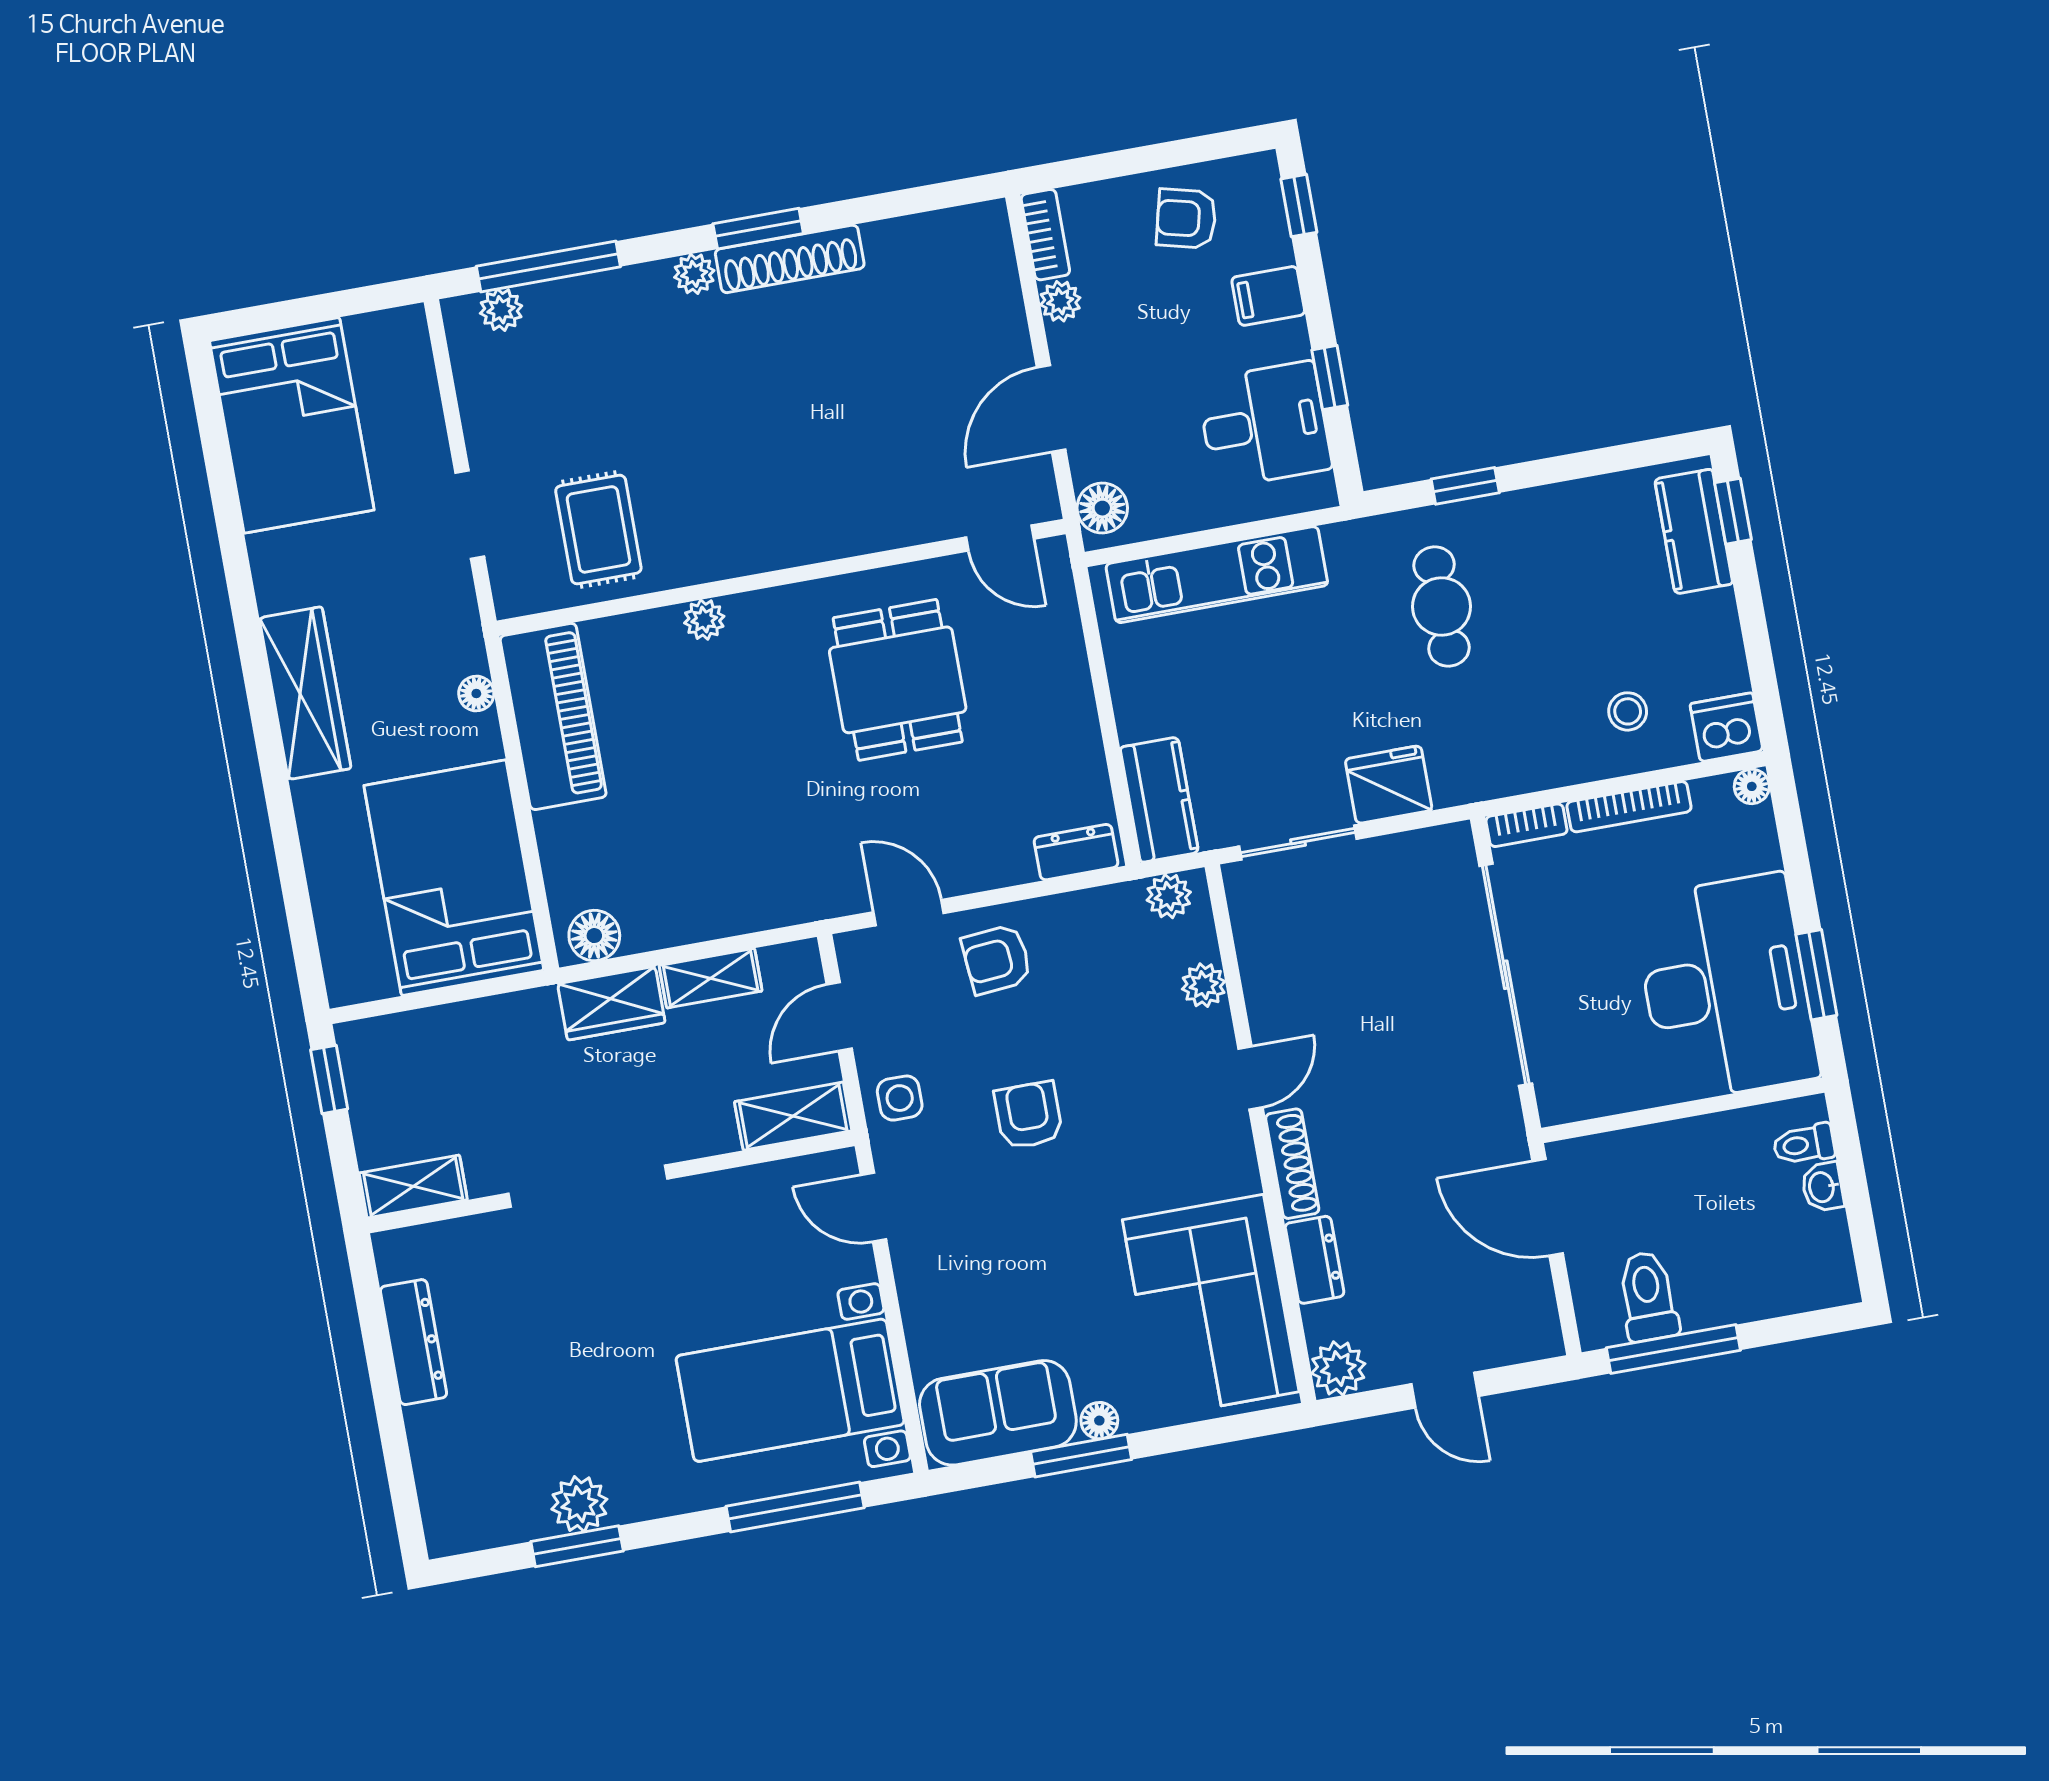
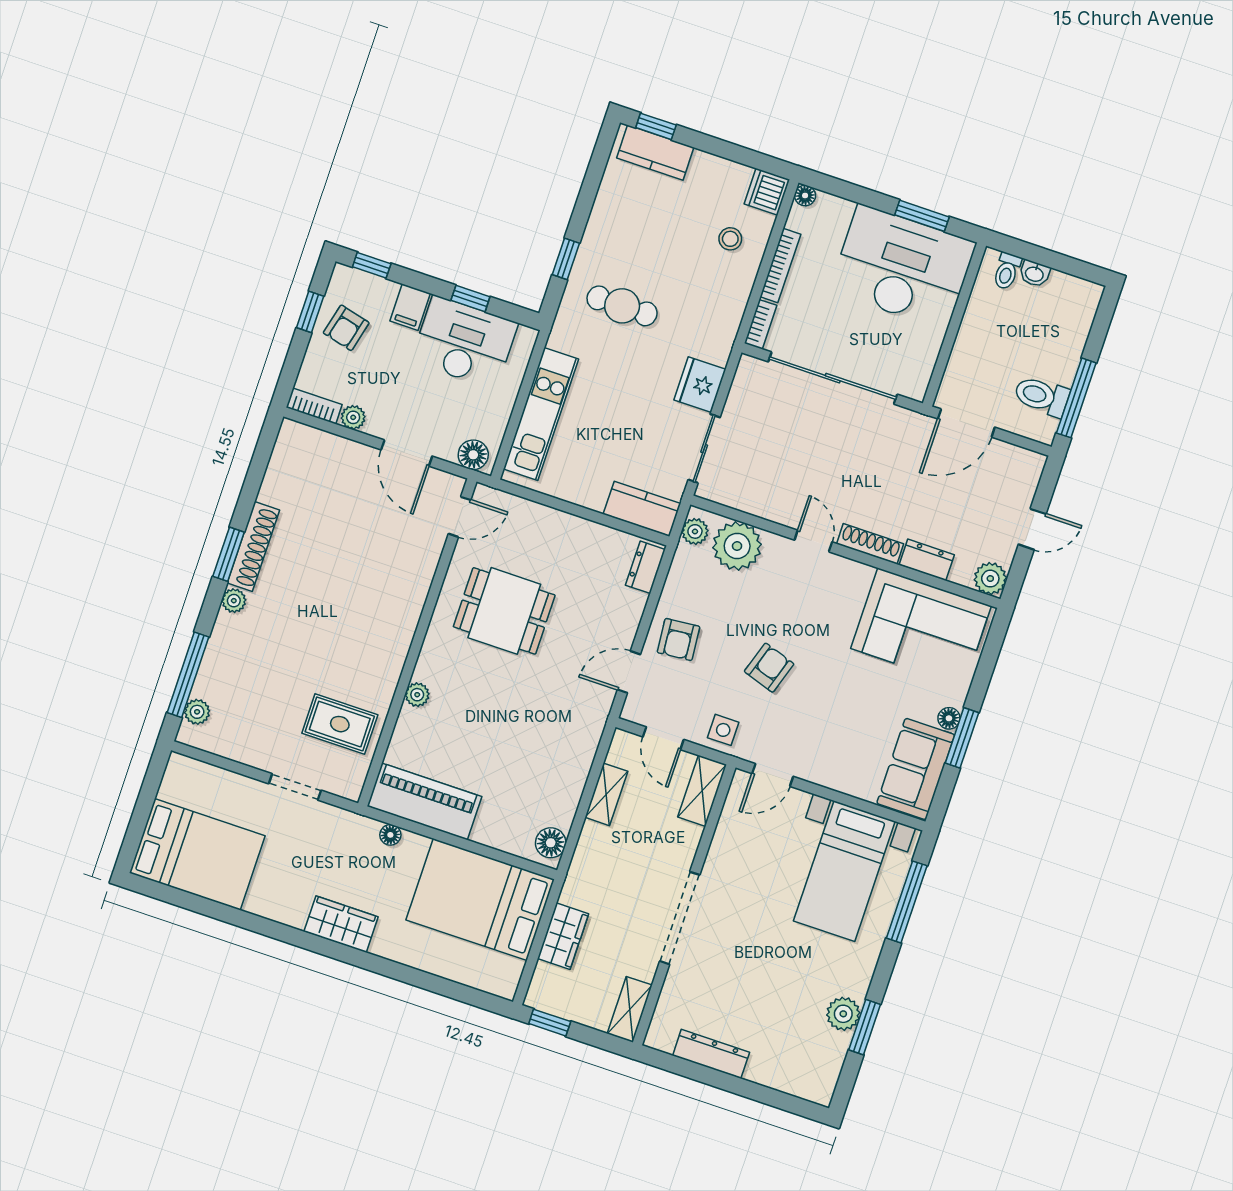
window: (1181, 153) -> (310, 312), added
desk: (1264, 425) -> (464, 342), width x1.37
wardrobe: (305, 693) -> (341, 924), width x0.67
plant: (1204, 985) -> (737, 546), width x1.88, depth x1.88
wardrobe: (611, 1003) -> (563, 936), moved
armchair: (1028, 1115) -> (769, 668), turned 108

